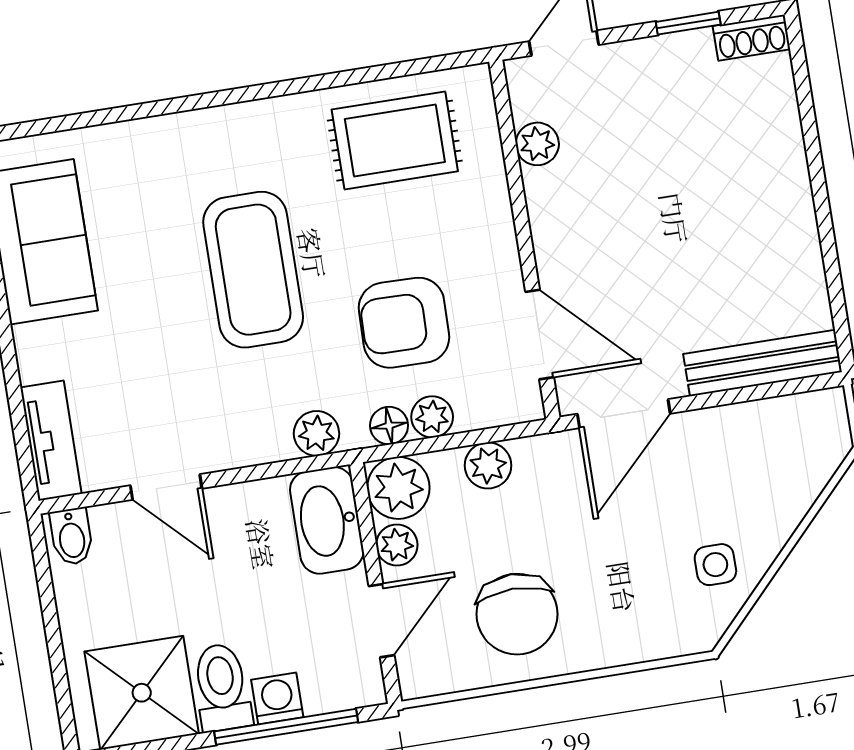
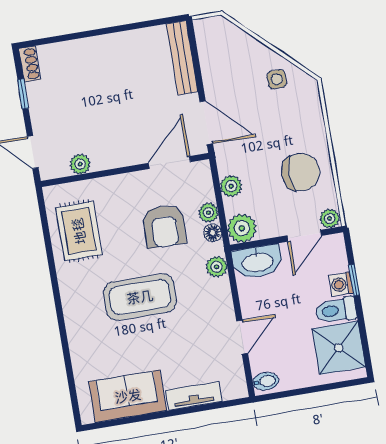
tv unit: (51, 441) -> (193, 396), moved
plant: (397, 545) -> (330, 218), moved
door: (382, 621) -> (304, 236), swing flipped
window: (286, 727) -> (354, 280), width x0.46

